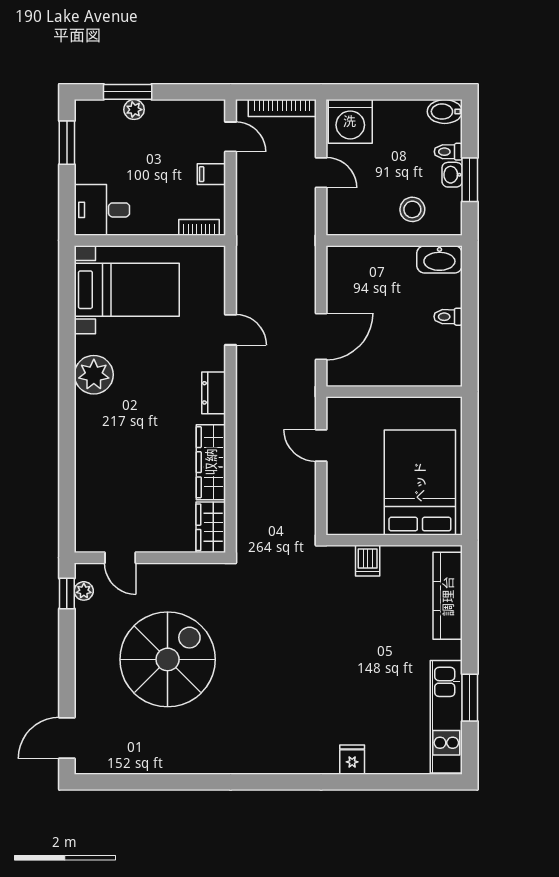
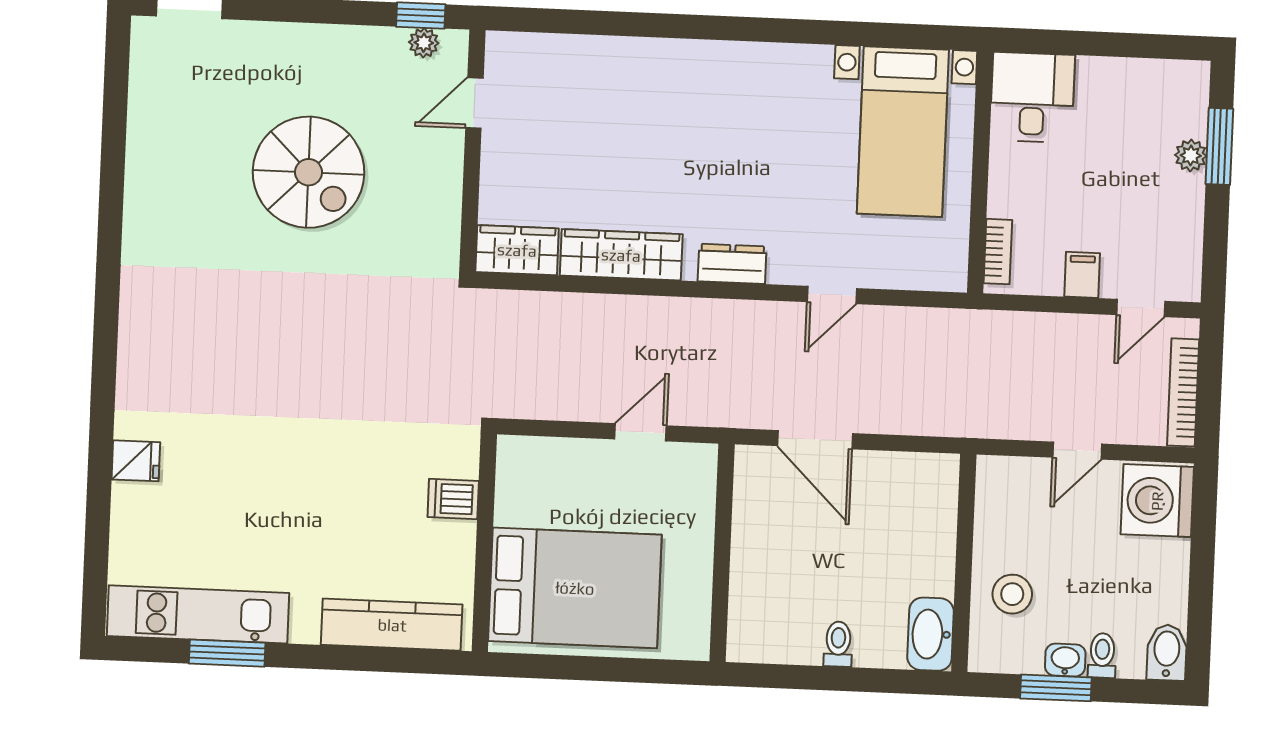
window: (67, 143) -> (1142, 46), removed
plant: (94, 375) -> (769, 73), removed
spiral stairs: (168, 659) -> (309, 172), width x0.73, depth x0.73

